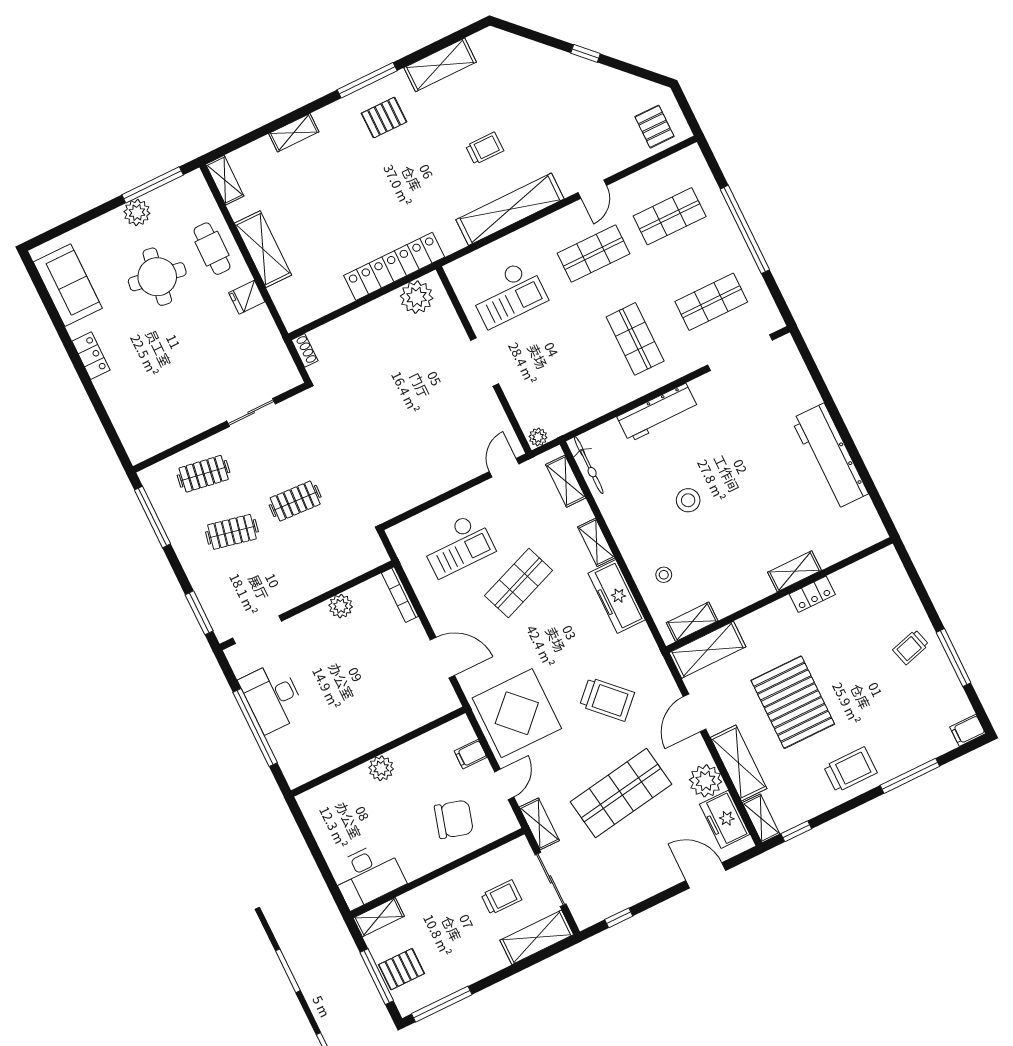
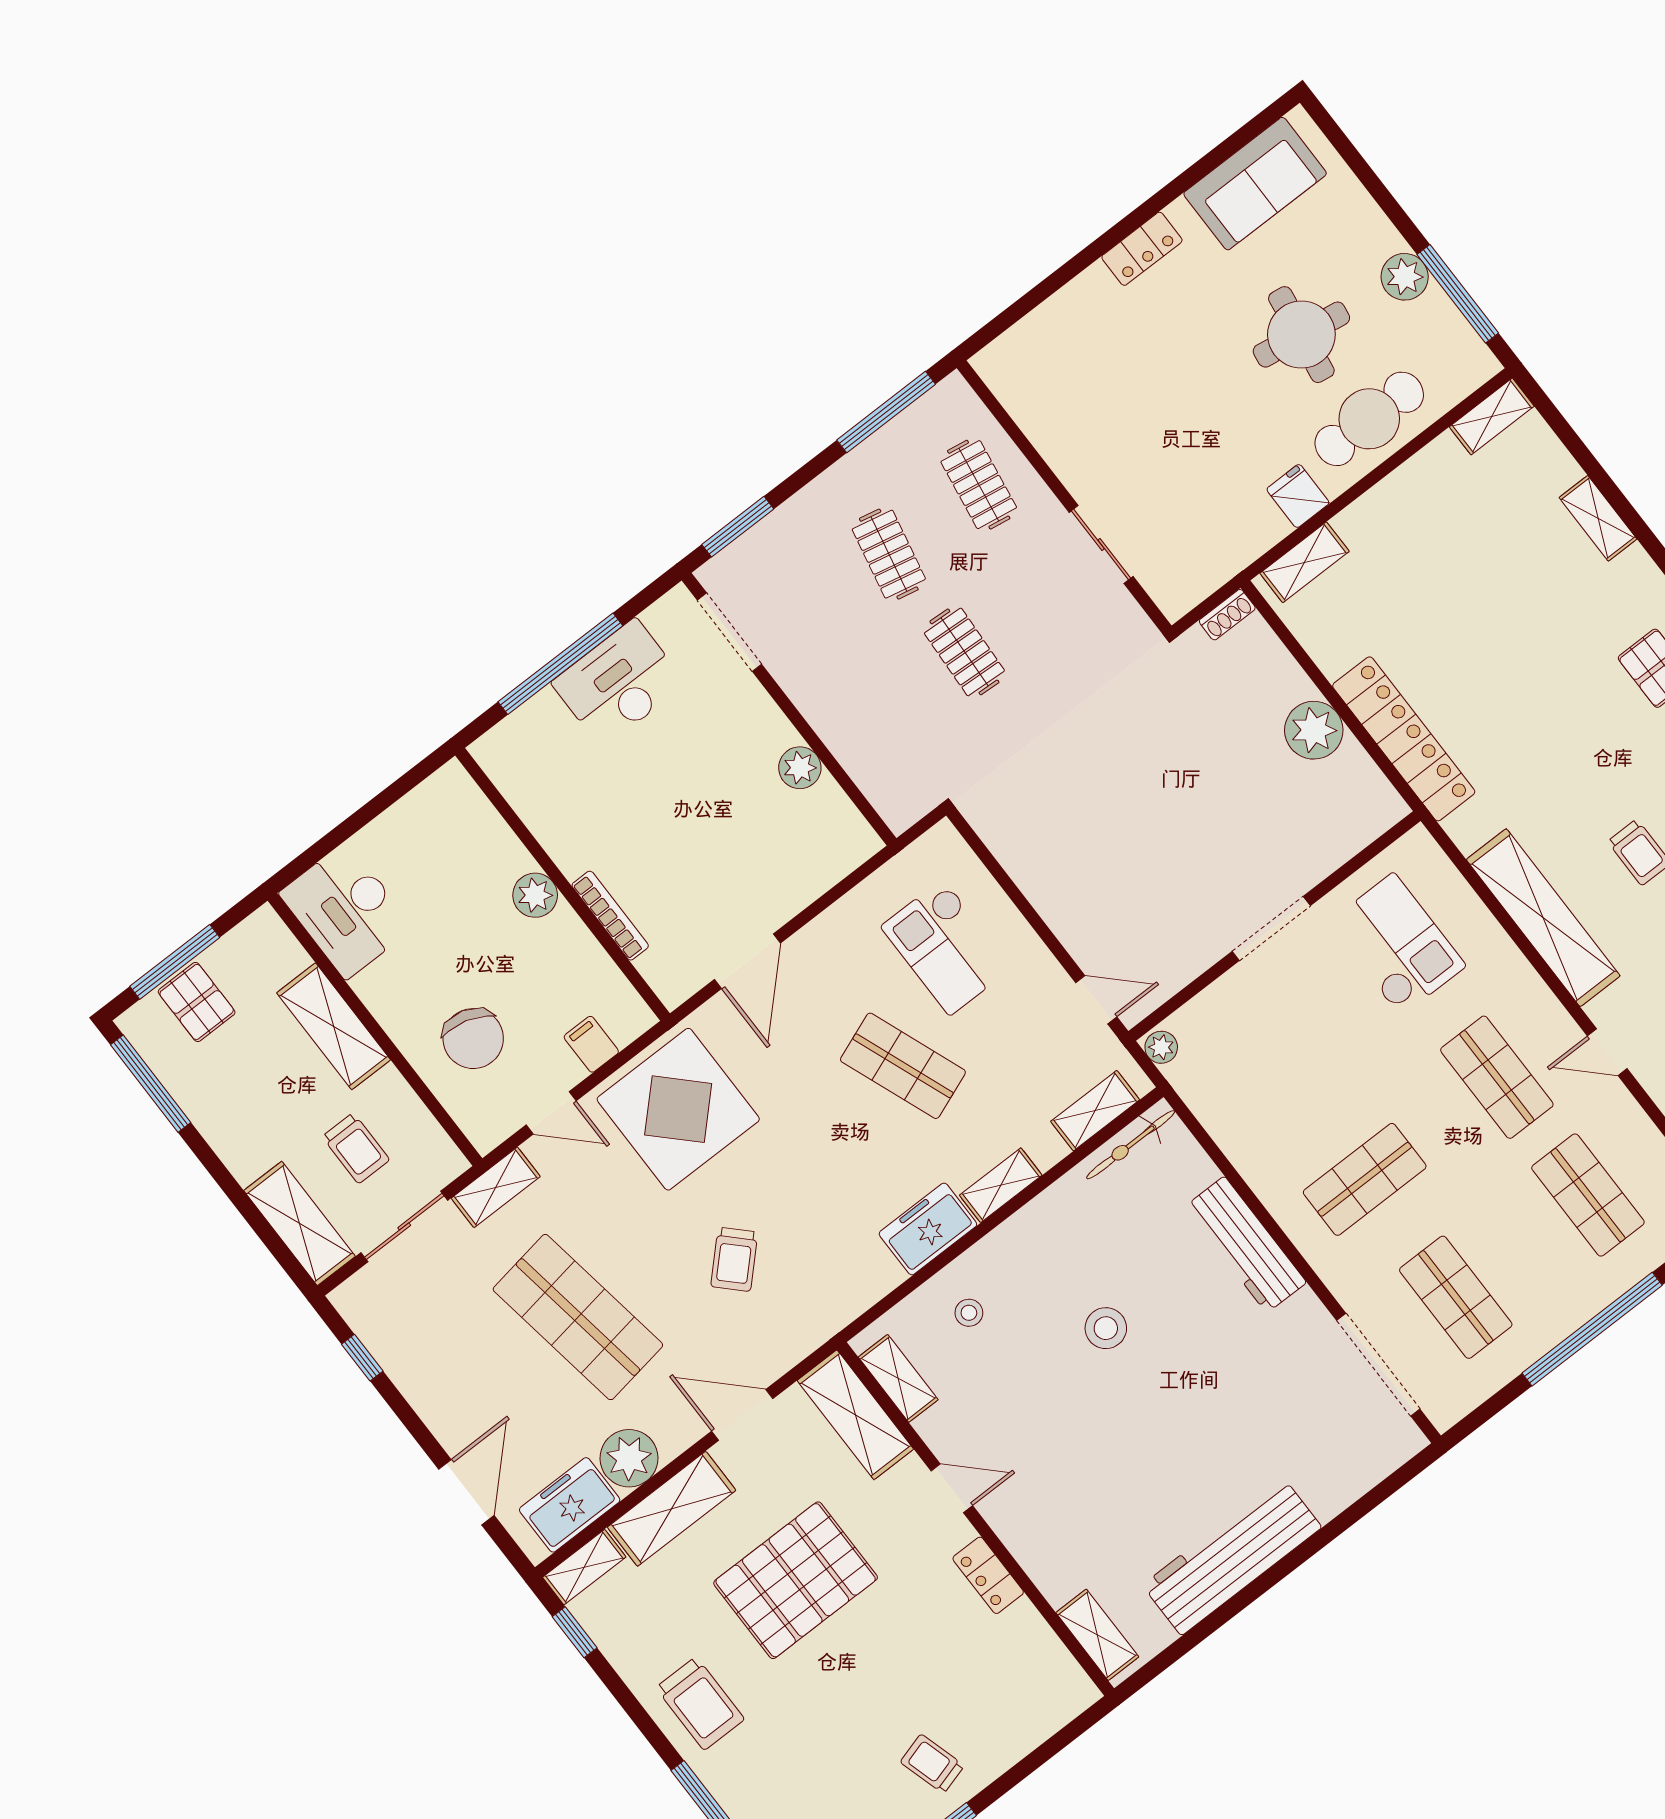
cafe table: (212, 249) -> (1369, 419), width x1.37, depth x1.35
shelving: (263, 249) -> (1305, 562), moved, width x0.67, depth x0.75
checkout: (508, 294) -> (1397, 944), turned 180
plant: (417, 297) -> (1314, 730), moved
shelving: (795, 571) -> (1097, 1635), moved
bookcase: (400, 595) -> (610, 916), moved, turned 90
freezer: (617, 597) -> (928, 1229), width x0.71
door: (760, 605) -> (952, 1488), added
trolley: (607, 699) -> (734, 1259), width x0.73, depth x0.72
shelving: (379, 917) -> (334, 1026), moved, width x1.50, depth x1.33

